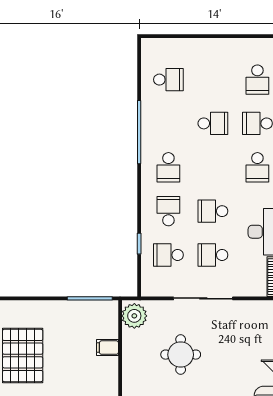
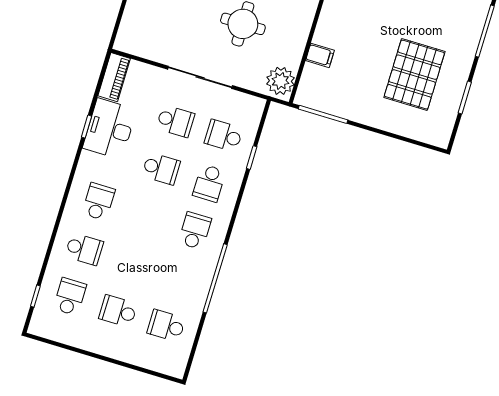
school desk: (213, 123) -> (118, 311), moved
school desk: (168, 255) -> (224, 136), turned 180

